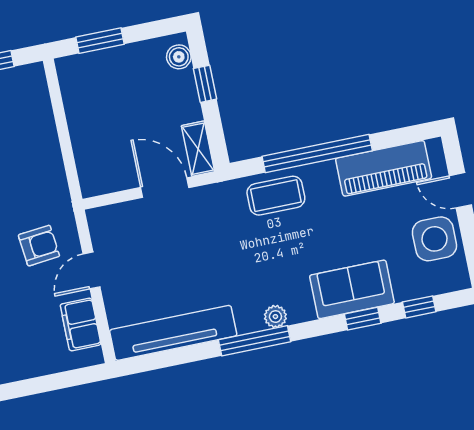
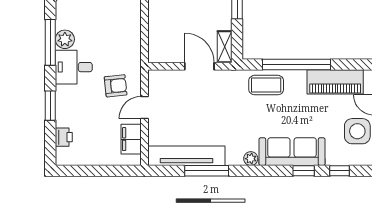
sofa: (352, 289) -> (292, 152), width x1.36
window: (255, 341) -> (207, 171), moved

